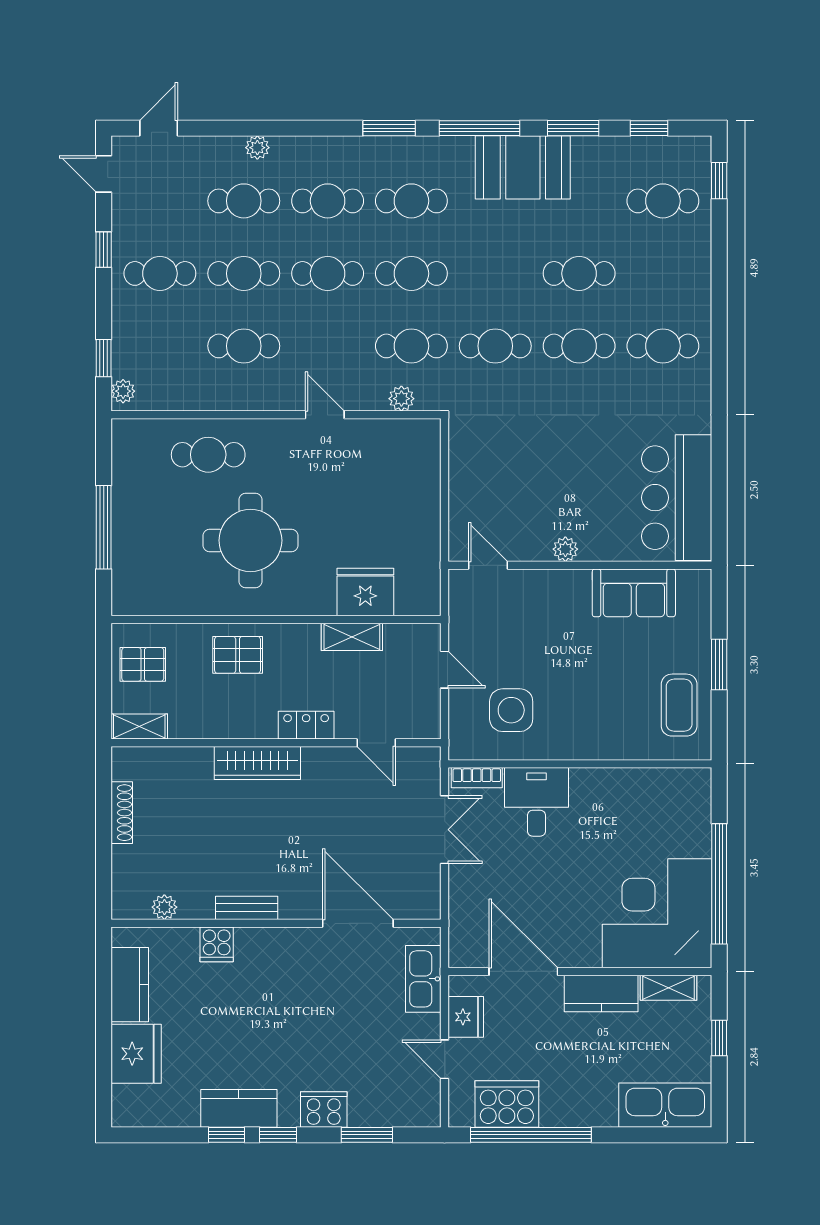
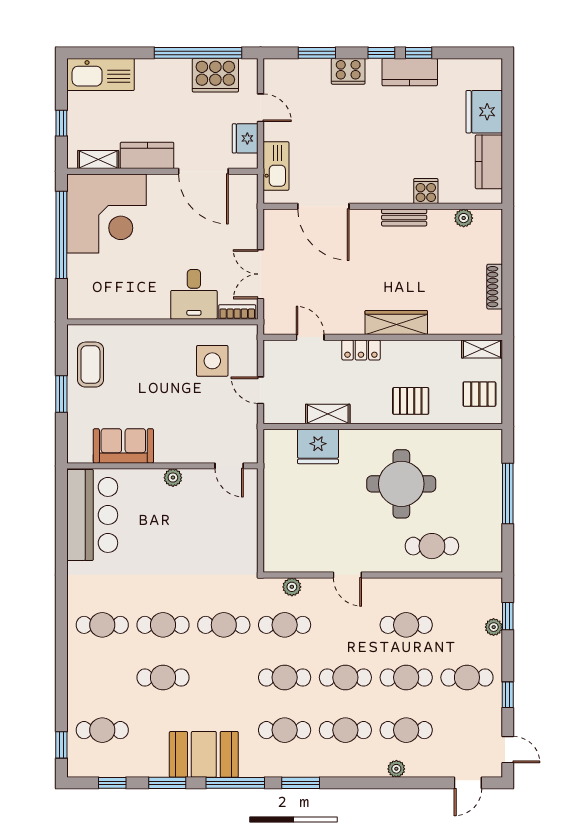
plant: (123, 391) -> (494, 627), moved

